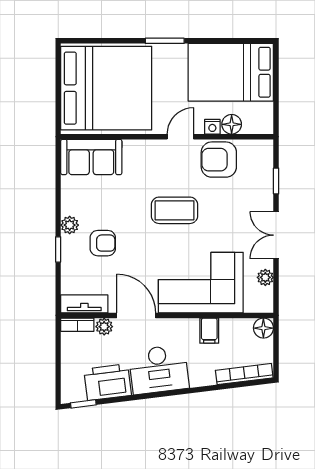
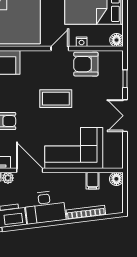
floor lamp: (232, 124) -> (117, 40), moved
plant: (265, 277) -> (118, 144), removed
filing cabinet: (209, 331) -> (93, 181), moved
bookcase: (244, 374) -> (86, 212), moved

